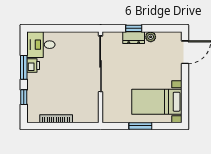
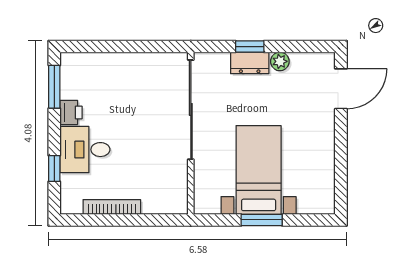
desk: (41, 45) -> (85, 150), moved
window: (24, 67) -> (54, 87), moved
bed with nightstands: (157, 102) -> (259, 170), moved, turned 90

